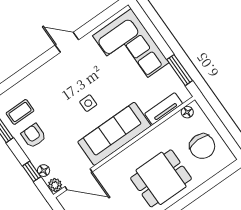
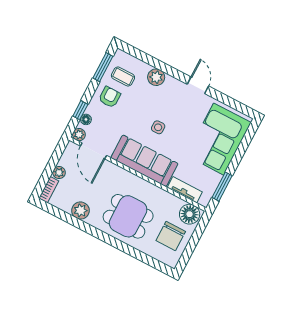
plant: (38, 79) -> (156, 77), added
floor lamp: (187, 112) -> (190, 214), width x1.89, depth x1.89

